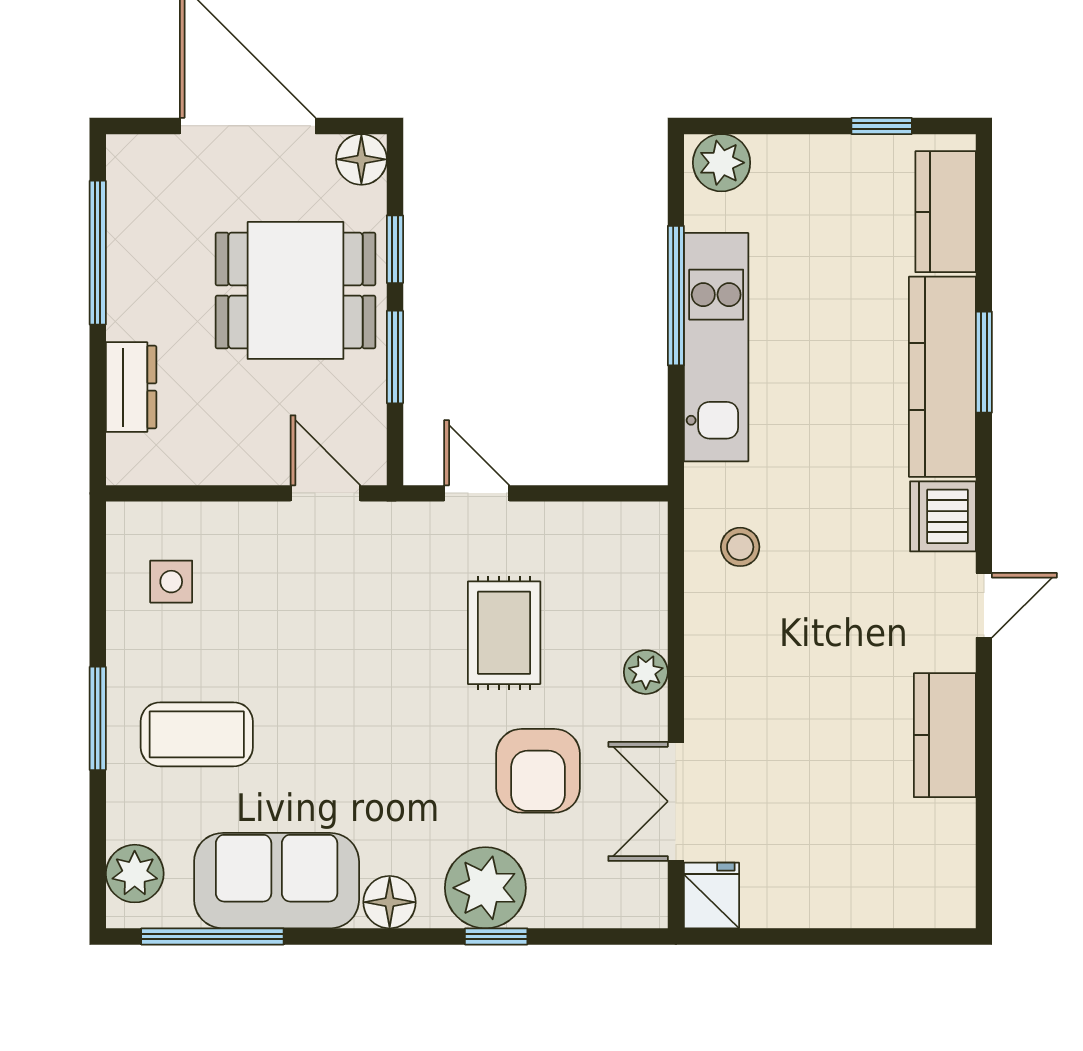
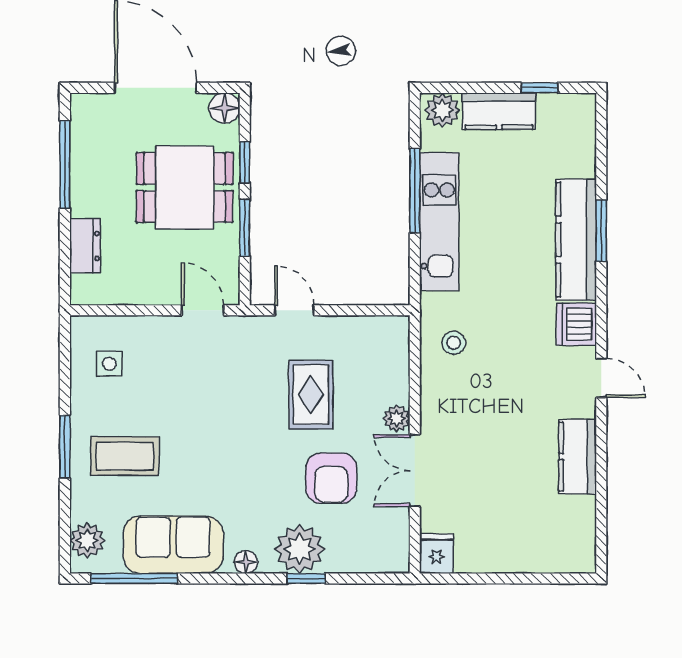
kitchen counter: (946, 212) -> (499, 111), moved, turned -90
door: (984, 605) -> (601, 378), hinge flipped
double door: (676, 801) -> (415, 471), moved
floor lamp: (390, 902) -> (246, 562), width x0.73, depth x0.73

